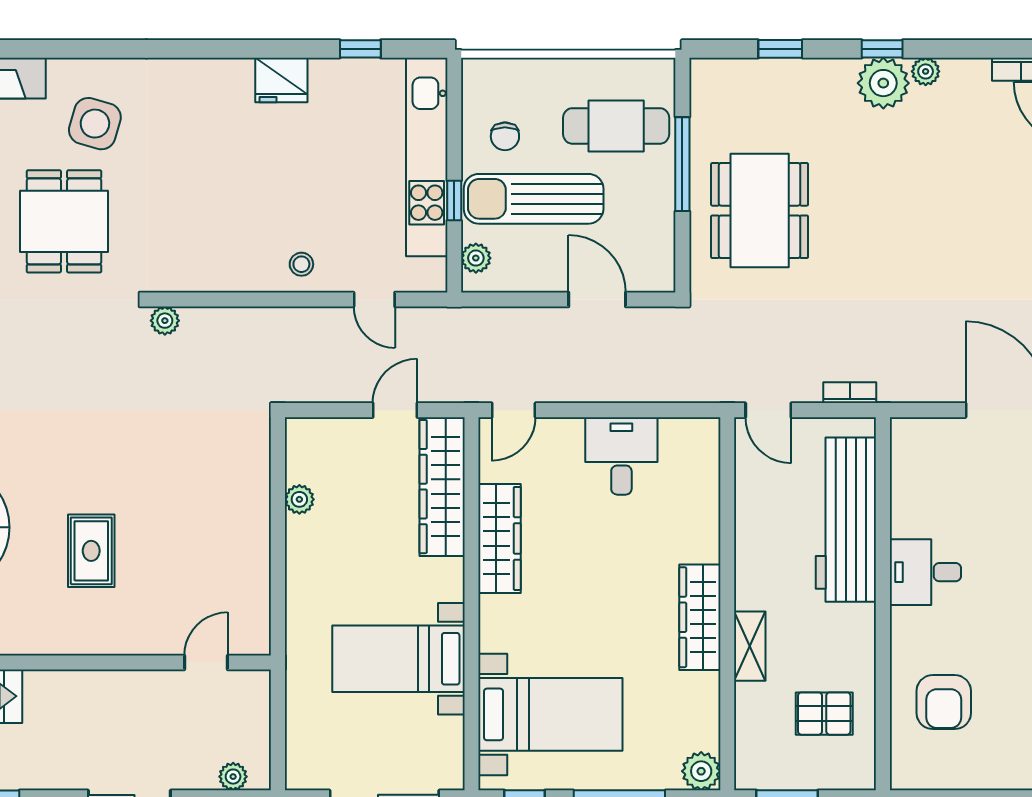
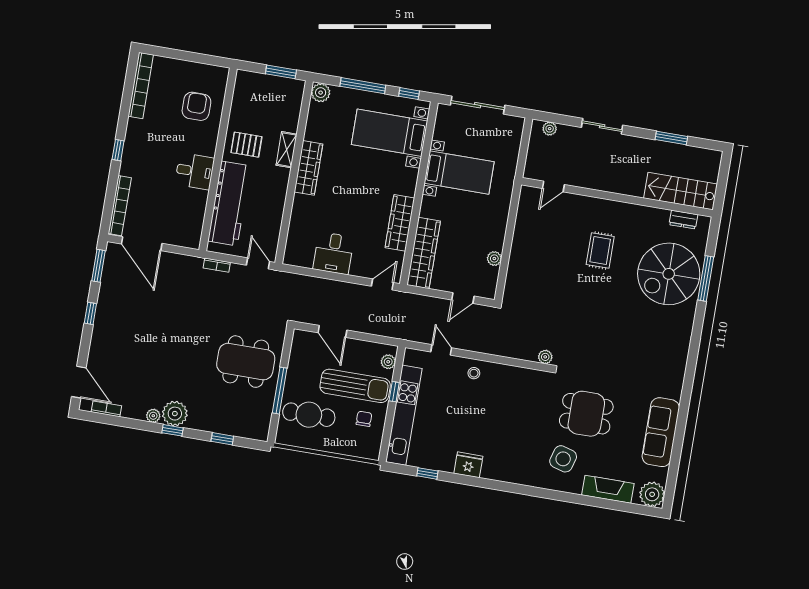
dining table: (760, 211) -> (246, 362), turned 90
dining table: (64, 221) -> (586, 414), turned 90
door: (395, 410) -> (463, 298), moved
pallet: (824, 714) -> (246, 145), moved

